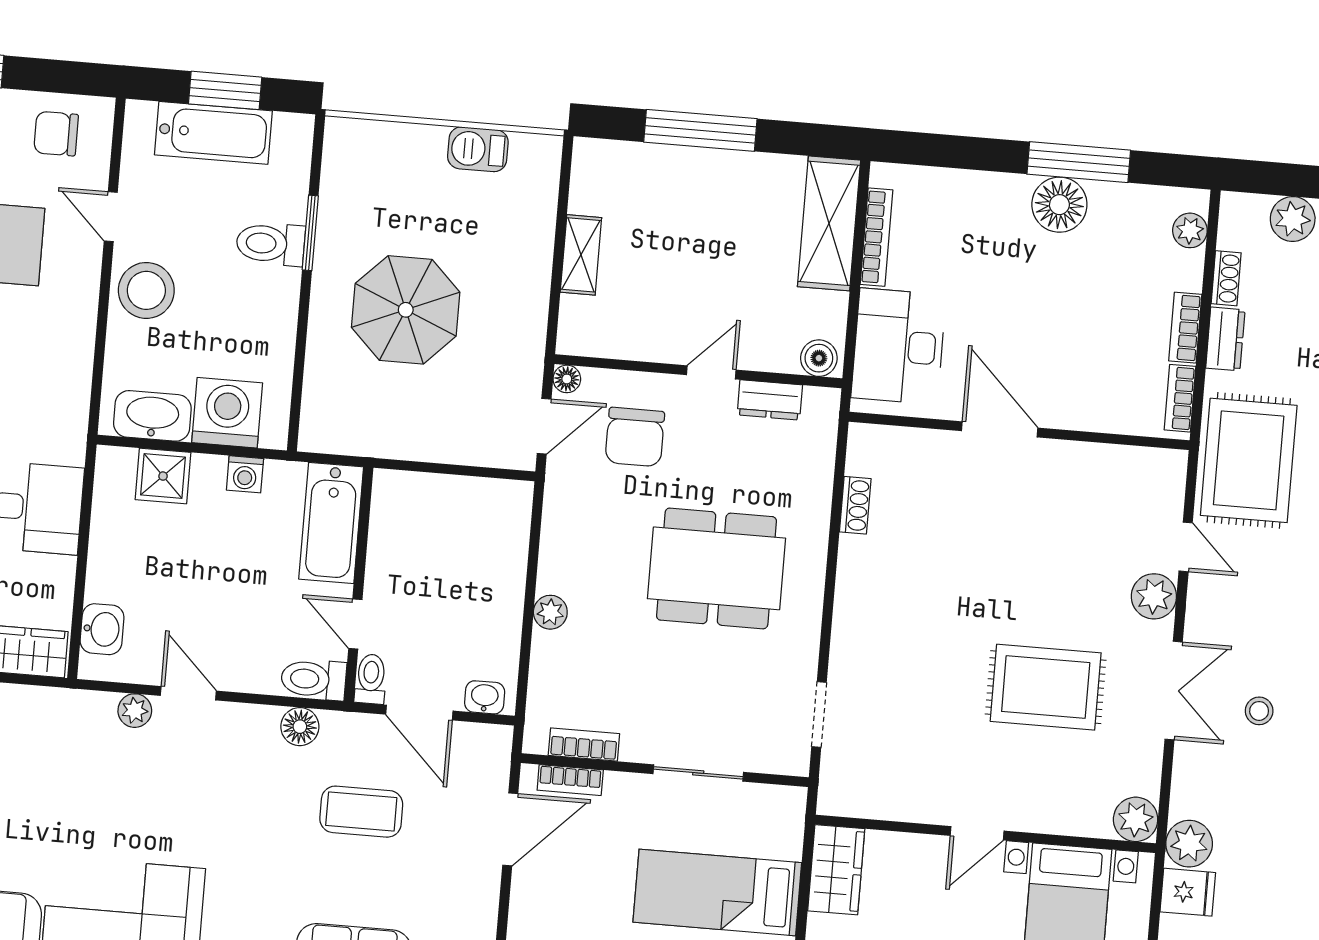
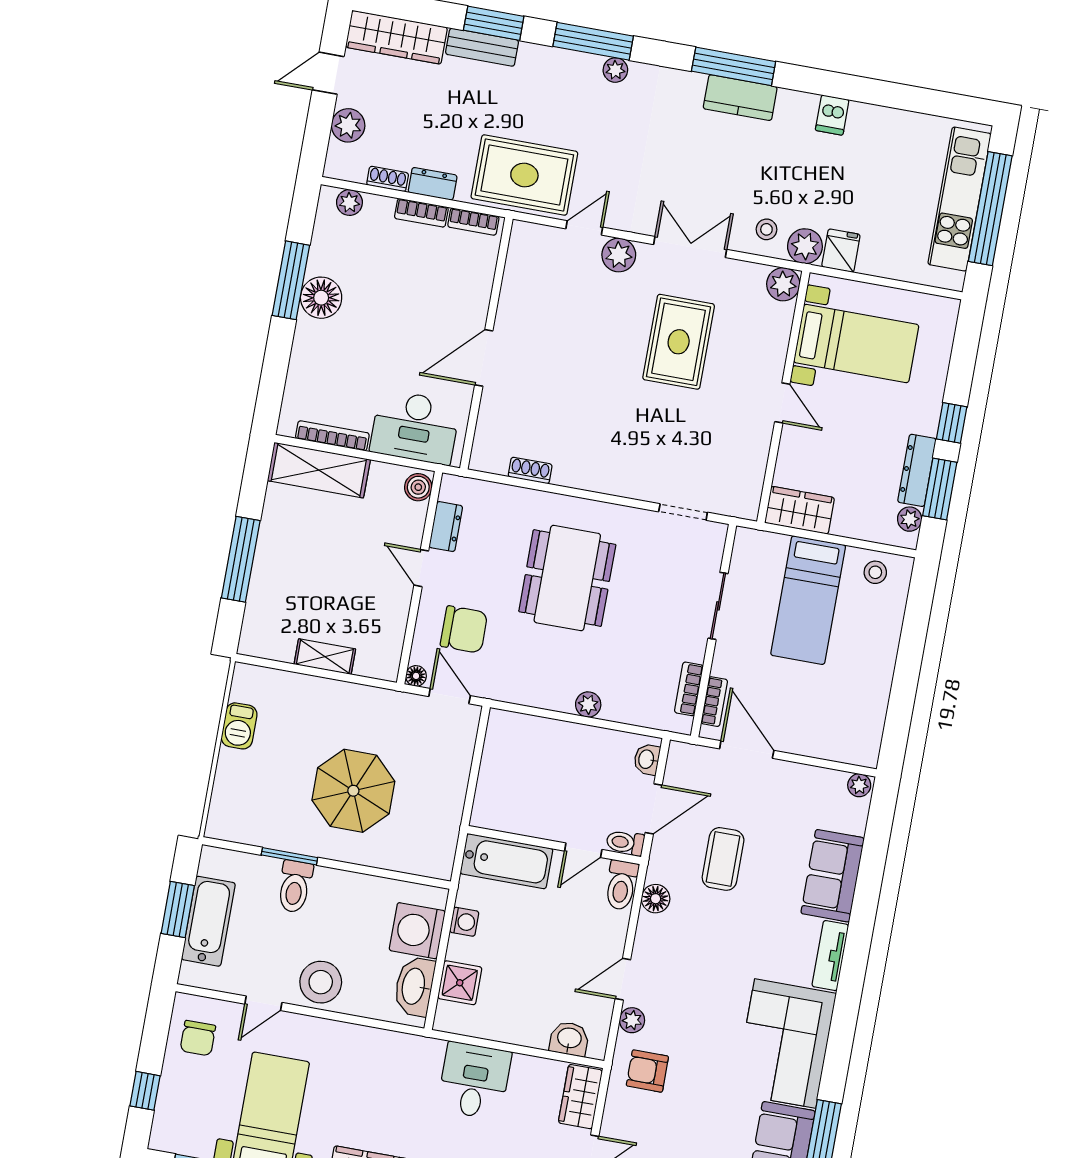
stool: (1259, 711) -> (766, 229), moved
armchair: (69, 737) -> (647, 1071), added

